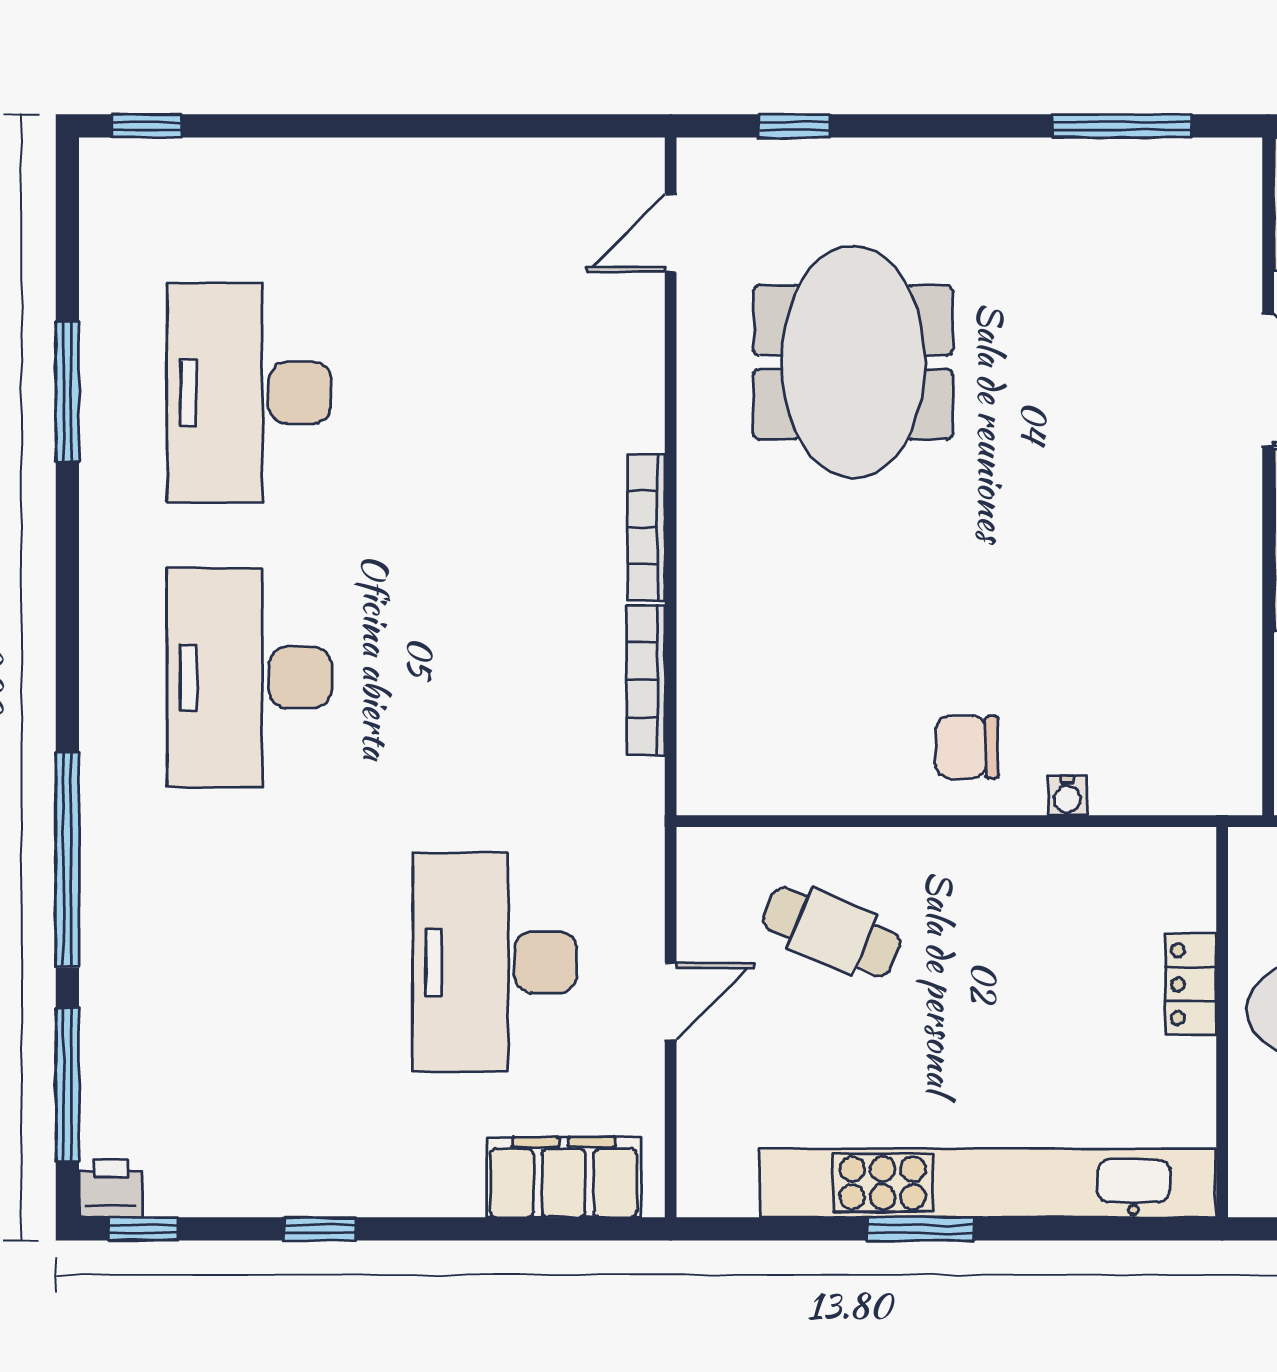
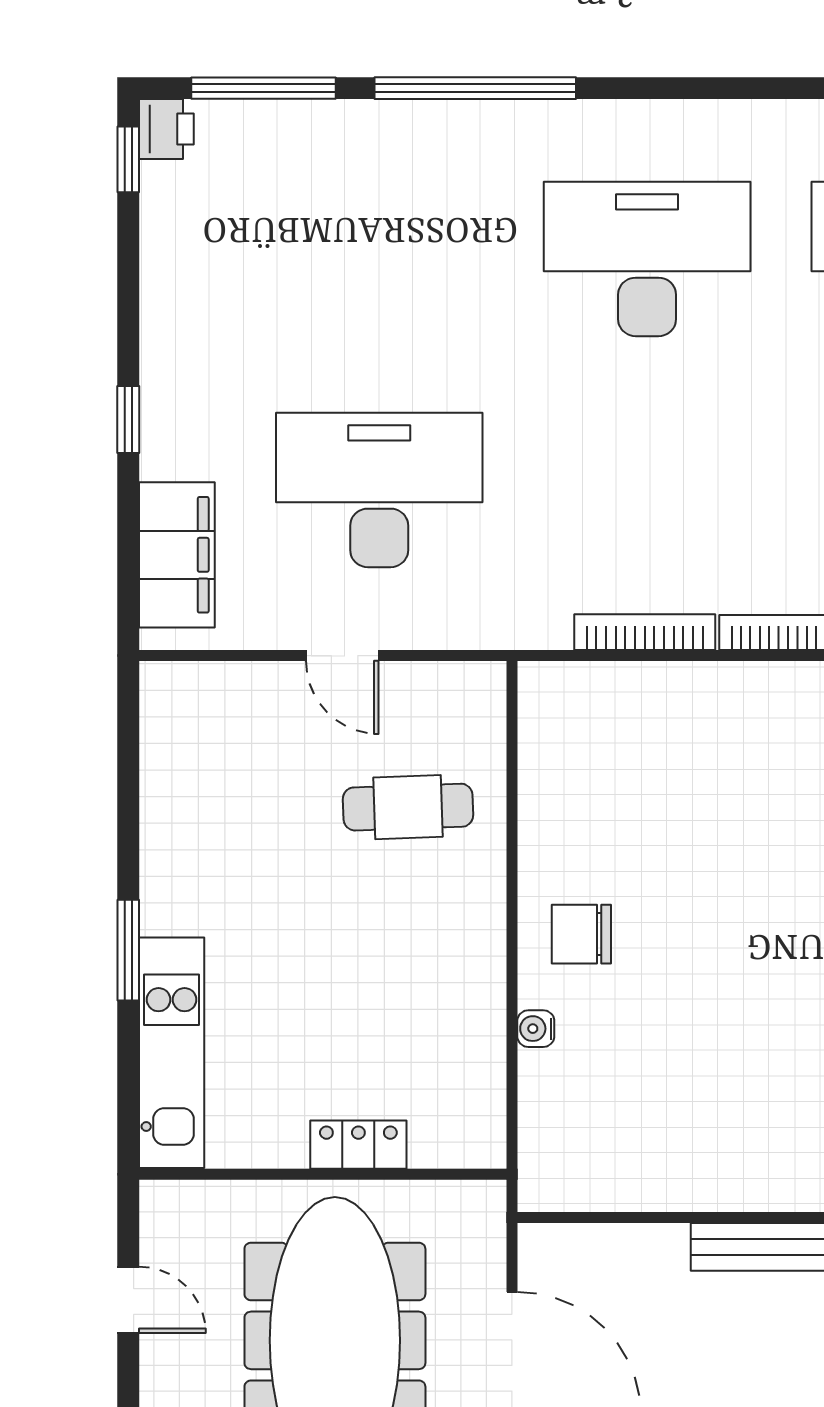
chair: (967, 747) -> (581, 934), turned -90
cafe table: (832, 932) -> (408, 807), turned 65
kitchen unit: (988, 1183) -> (172, 1053), width x0.54
window: (320, 1229) -> (128, 419), moved
window: (921, 1229) -> (128, 950), moved

